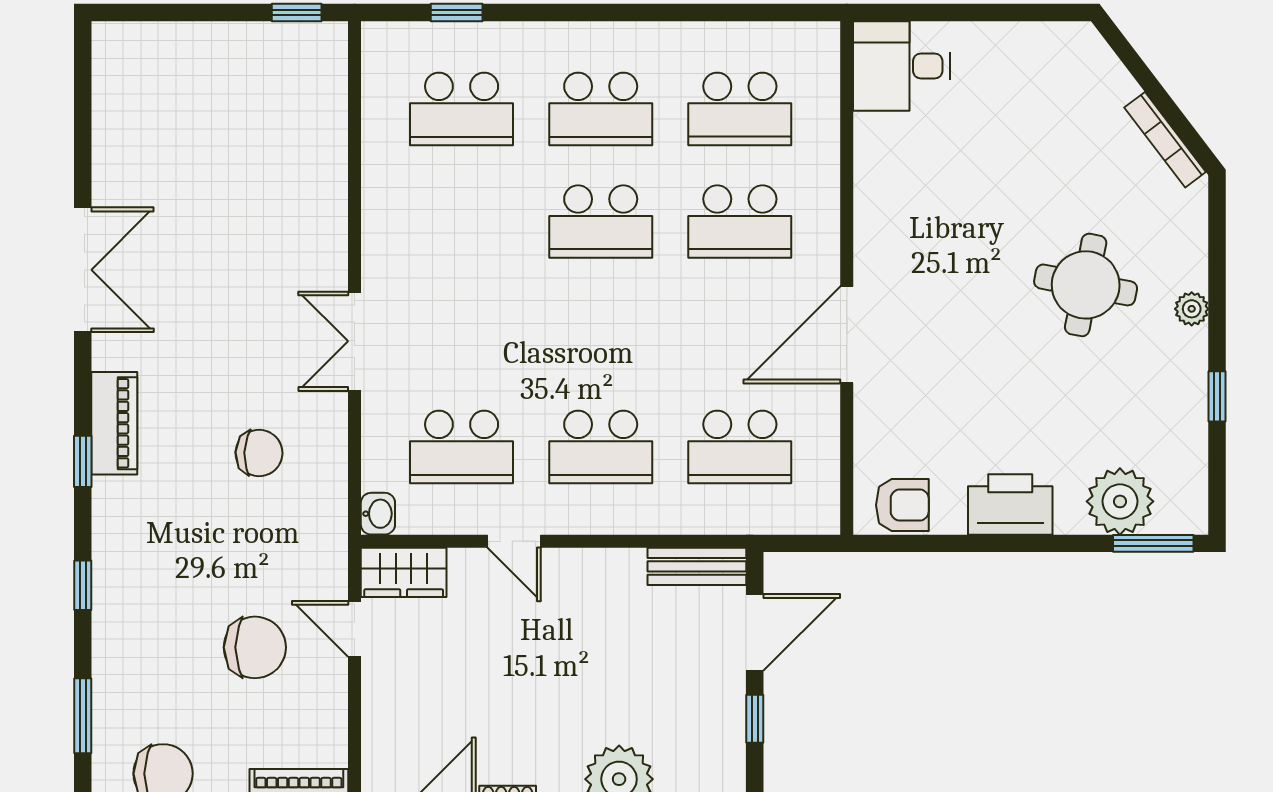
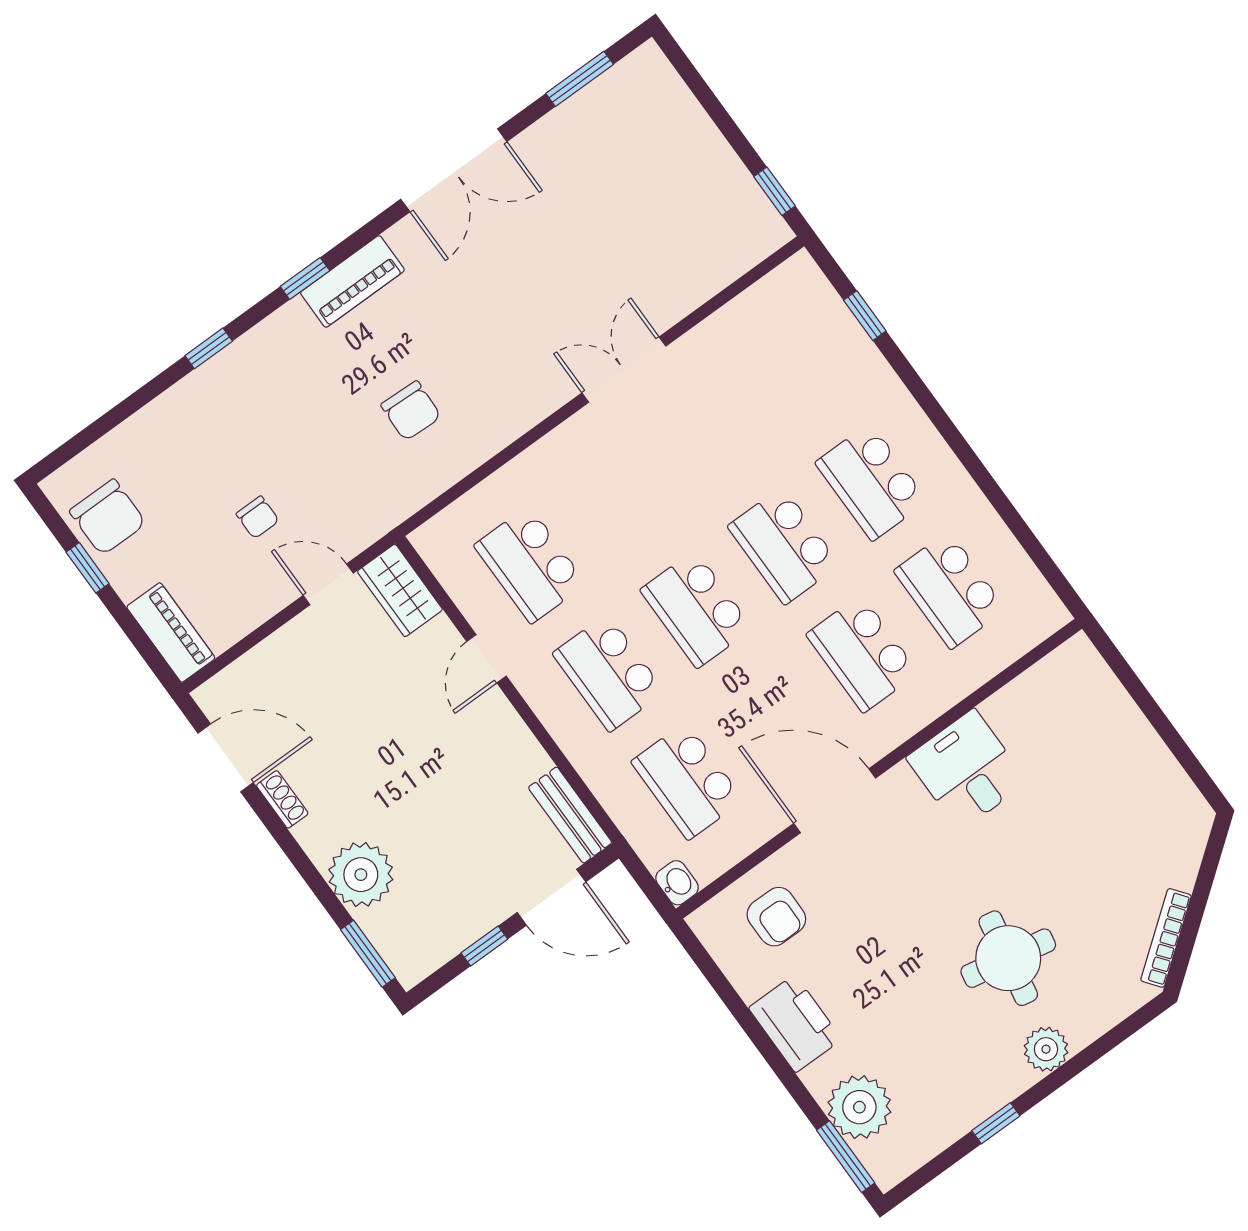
desk: (902, 66) -> (967, 770), moved
school desk: (462, 109) -> (696, 609), moved
plant: (1192, 309) -> (1046, 1049), width x1.38, depth x1.38
double door: (355, 341) -> (624, 370), moved
armchair: (902, 505) -> (776, 917), moved
washbasin: (378, 514) -> (677, 883), moved, turned -90
door: (355, 629) -> (328, 584), hinge flipped
chair: (255, 647) -> (258, 517), width x0.54, depth x0.54
window: (83, 716) -> (580, 79), moved

